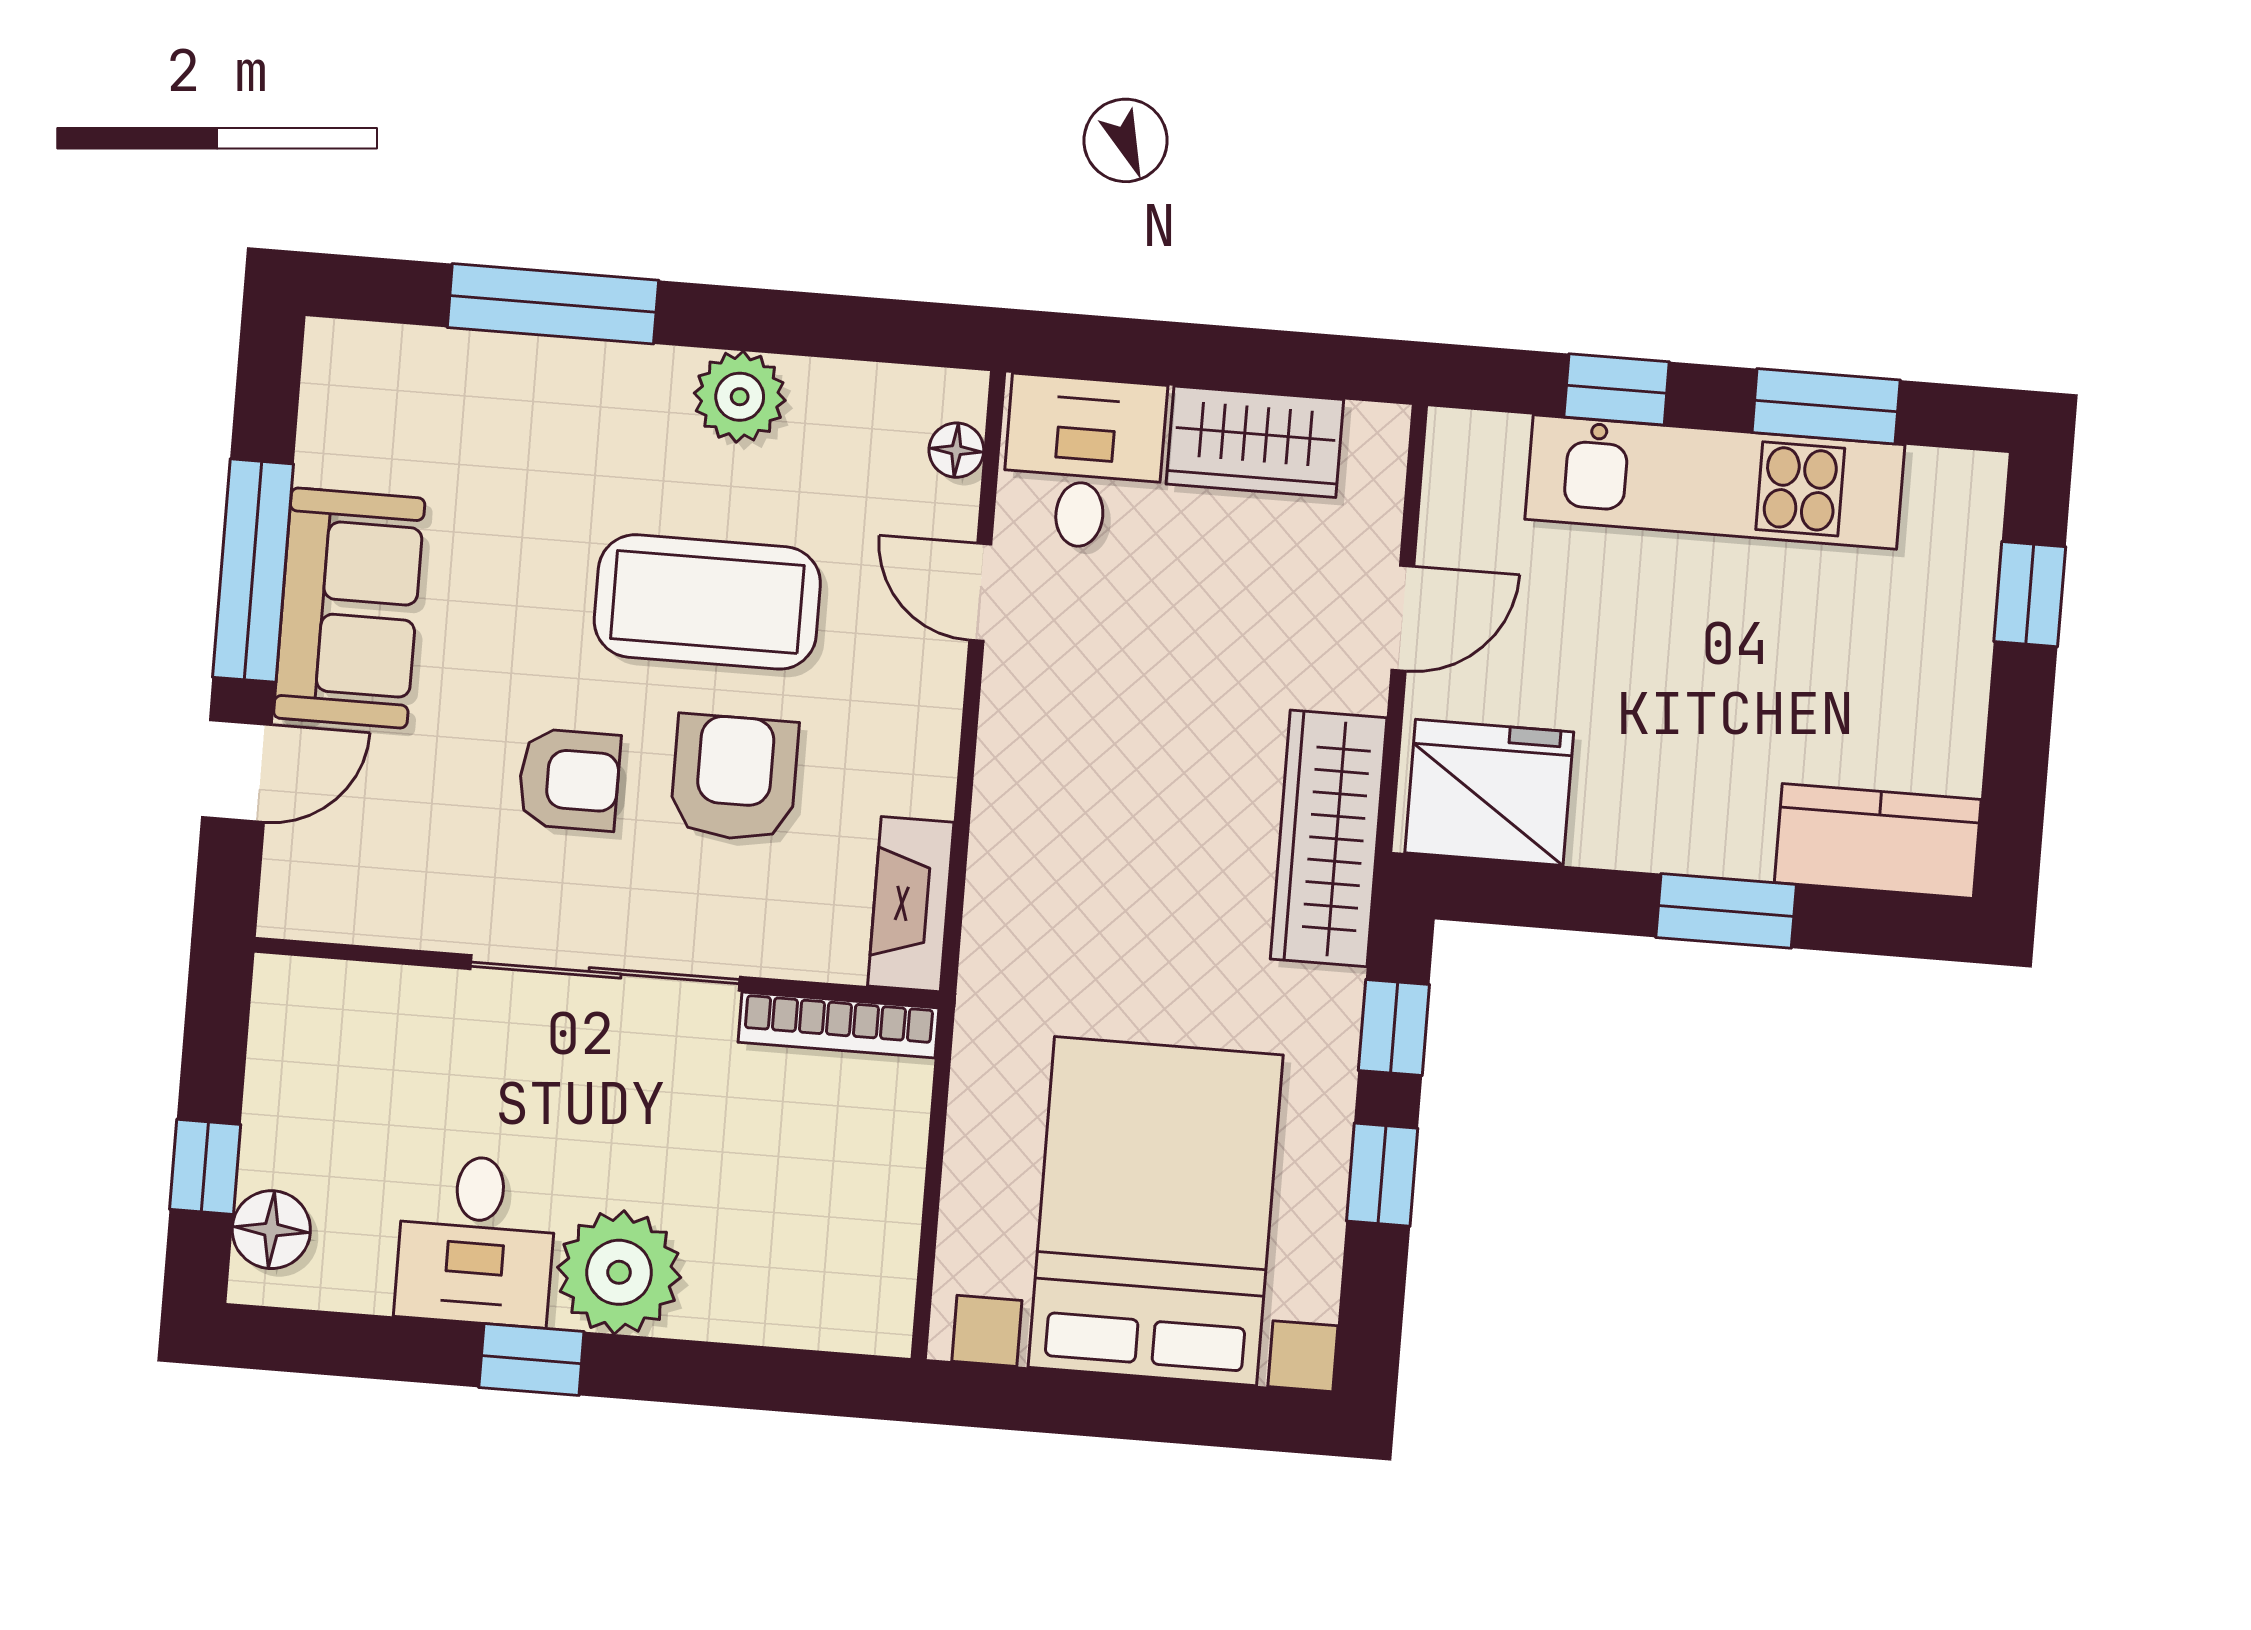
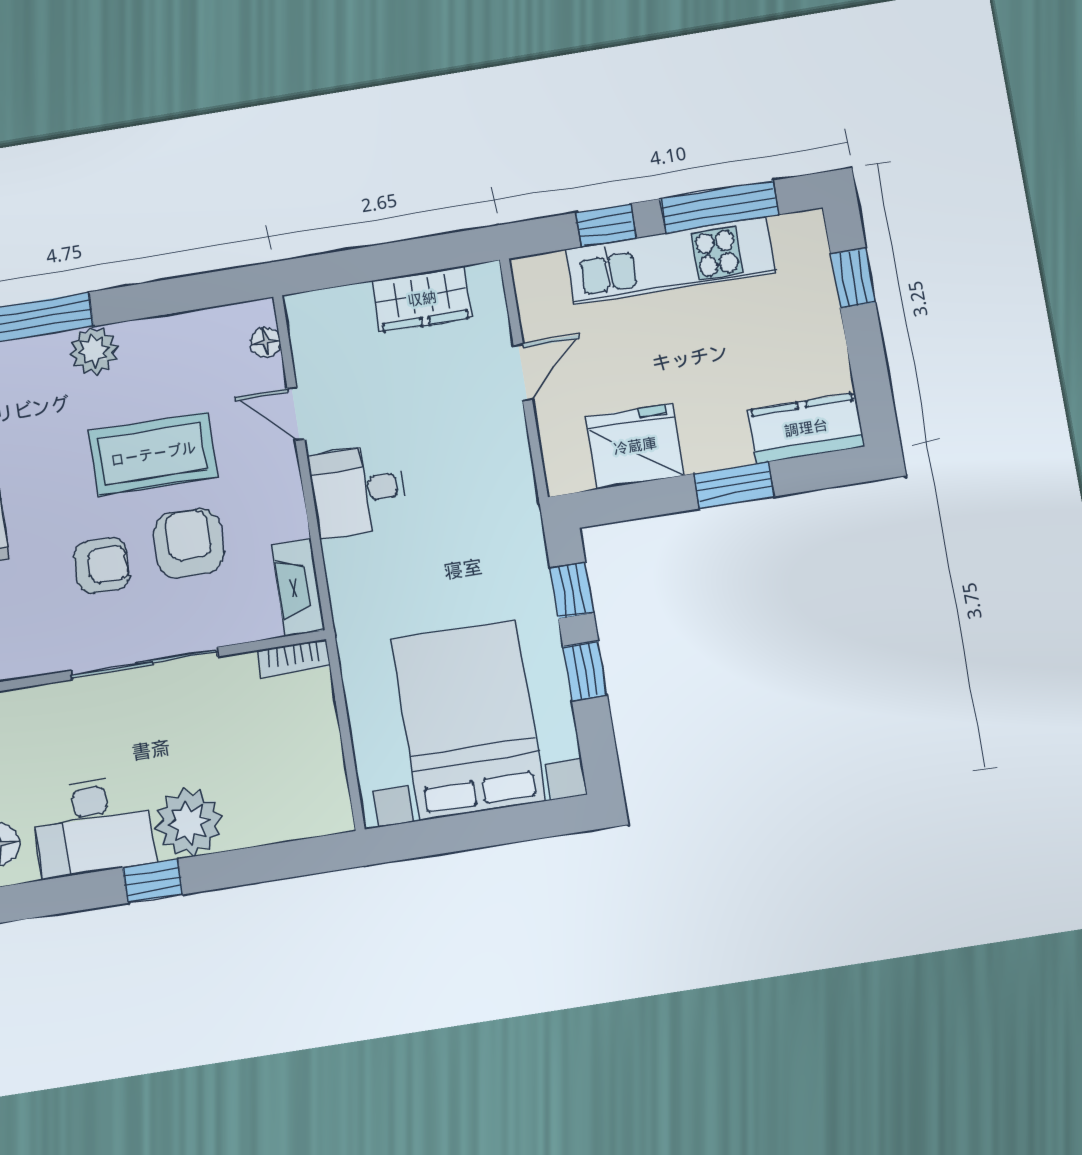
plant: (740, 397) -> (94, 351), moved
window: (1826, 406) -> (719, 207), width x1.44
desk: (1084, 463) -> (358, 491), moved, turned -90
fridge: (1489, 792) -> (635, 446), moved
wardrobe: (1329, 838) -> (512, 498), removed
bookcase: (838, 1025) -> (294, 658), width x0.64
desk: (476, 1240) -> (93, 826), width x1.37

